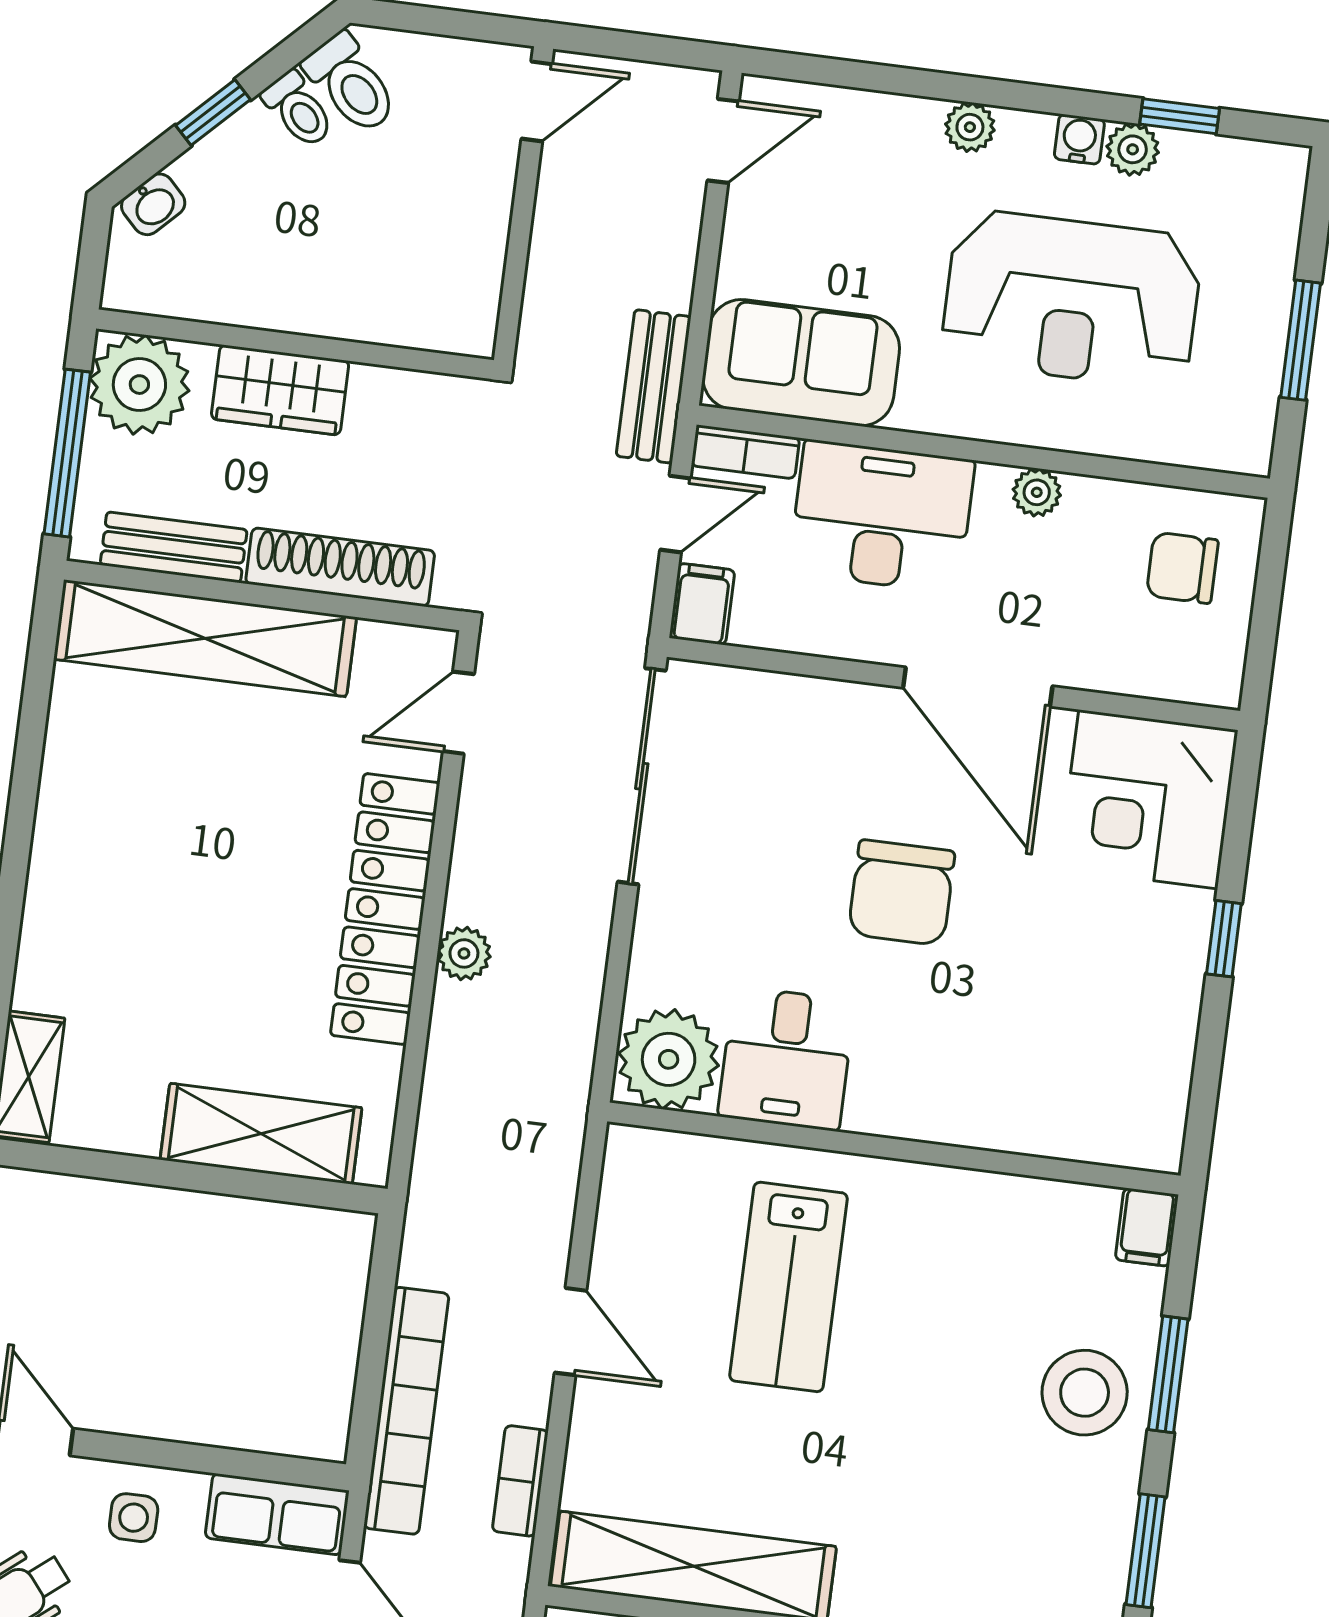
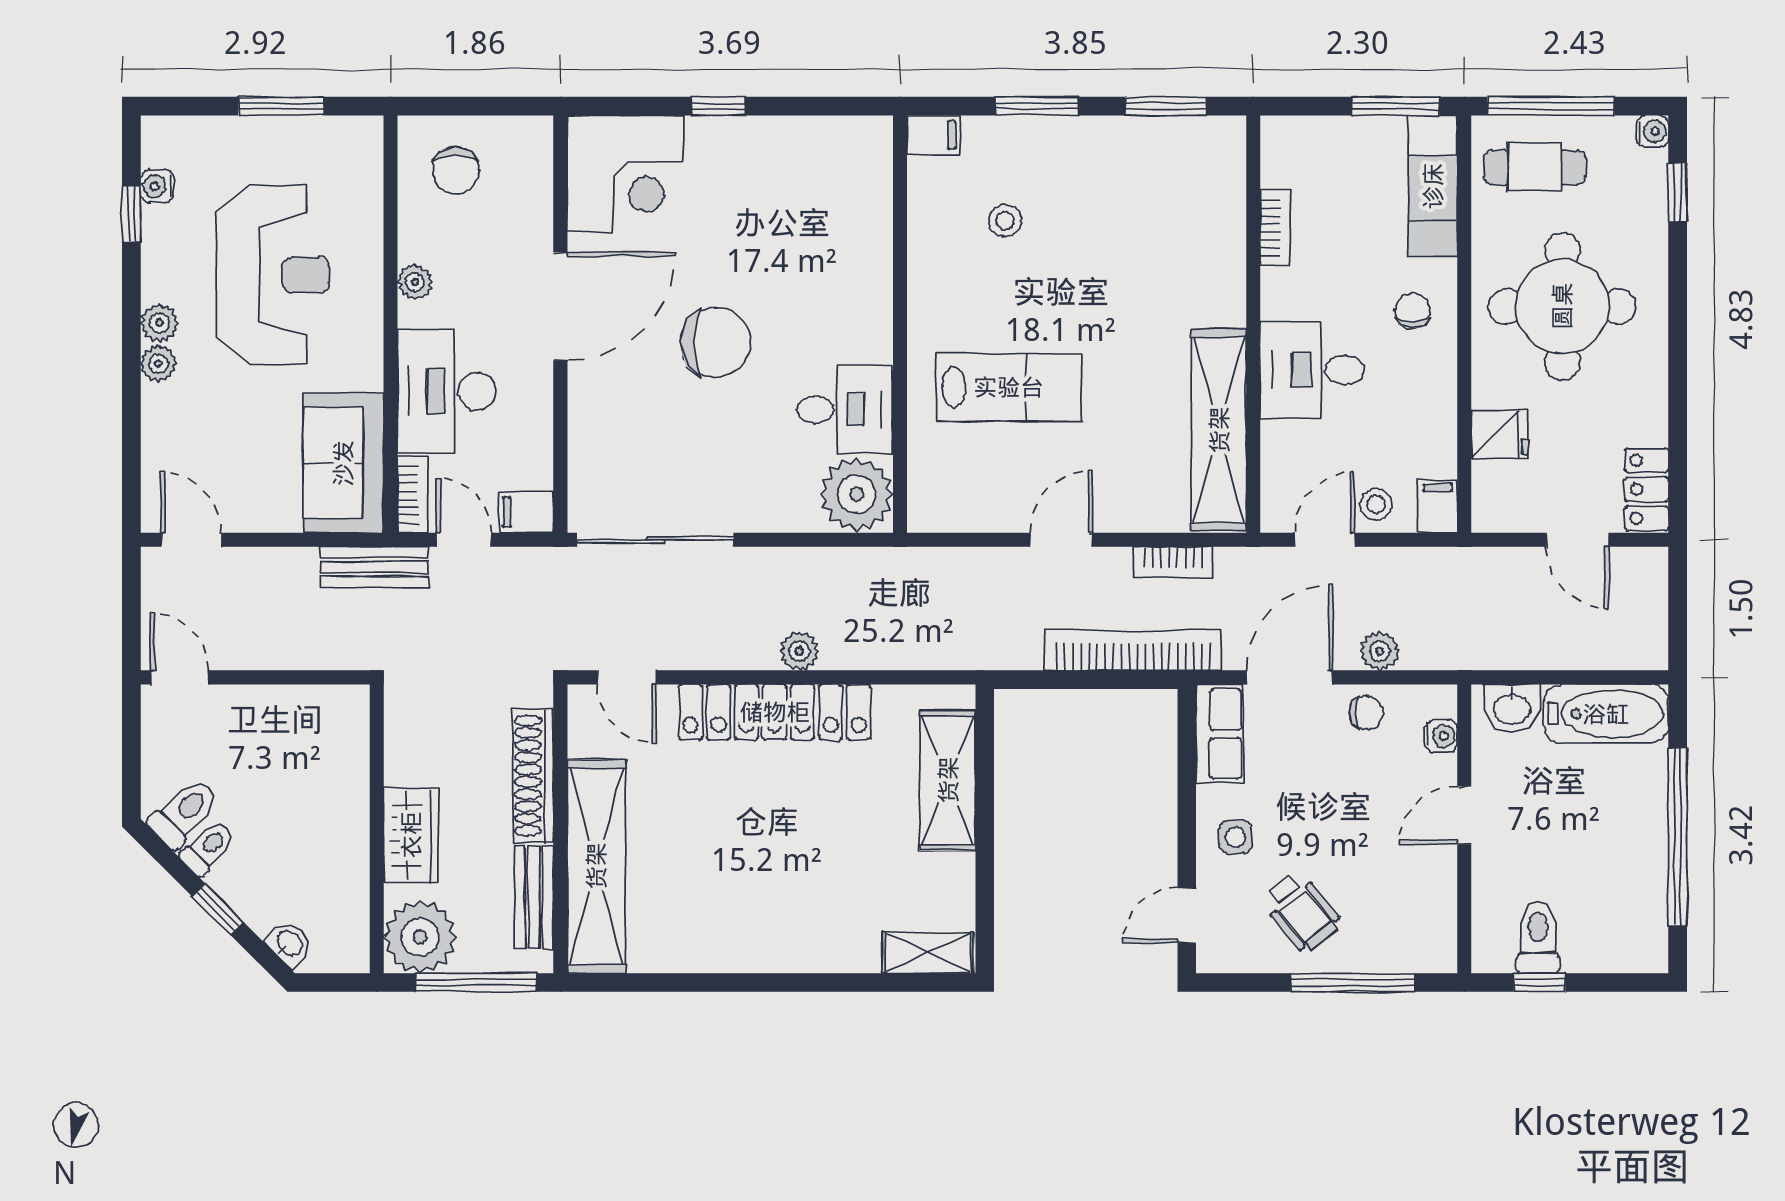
water cooler: (1079, 139) -> (157, 186), moved
plant: (1133, 149) -> (159, 323), moved
stool: (1085, 1393) -> (1005, 221), moved, width x0.53, depth x0.53

